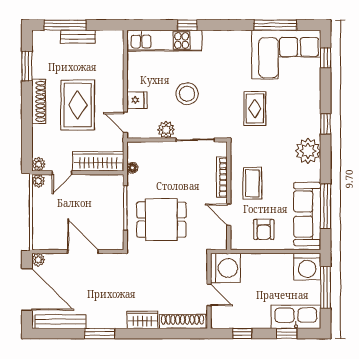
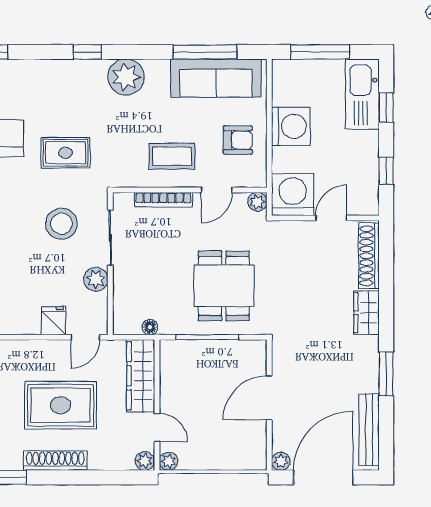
stool: (187, 94) -> (61, 224), moved
plant: (220, 243) -> (257, 202), added
washing machine: (307, 267) -> (291, 126), moved

